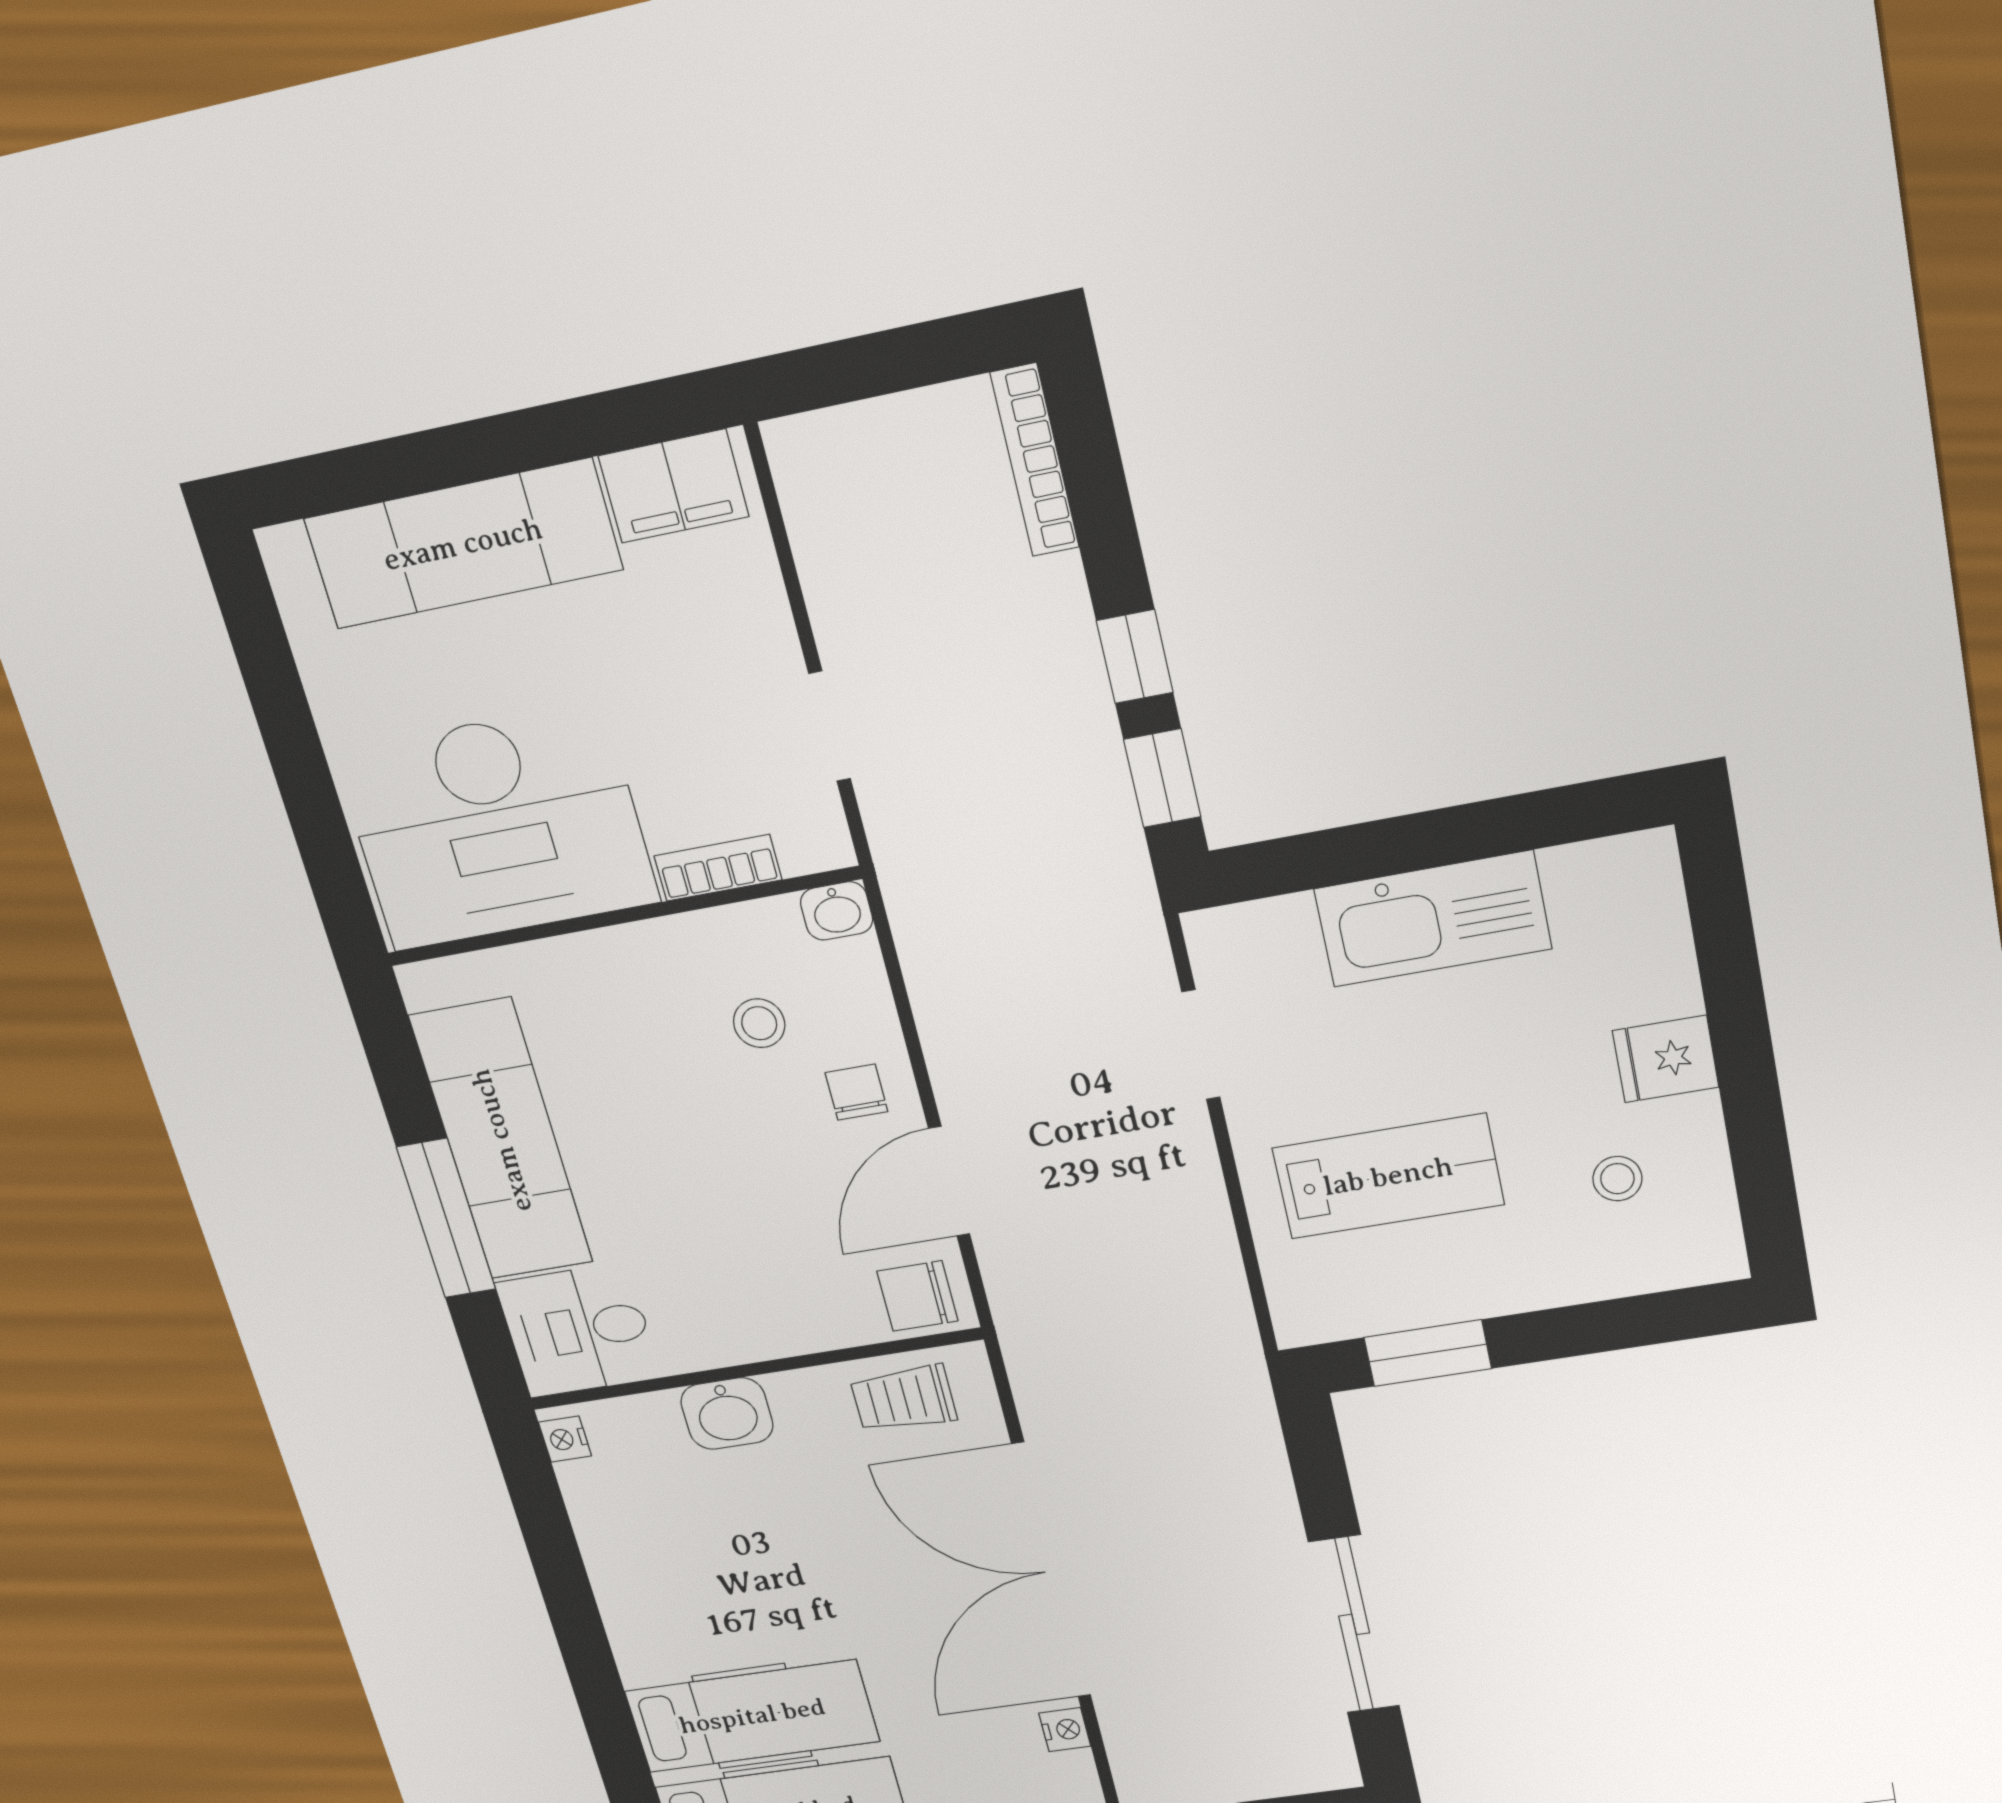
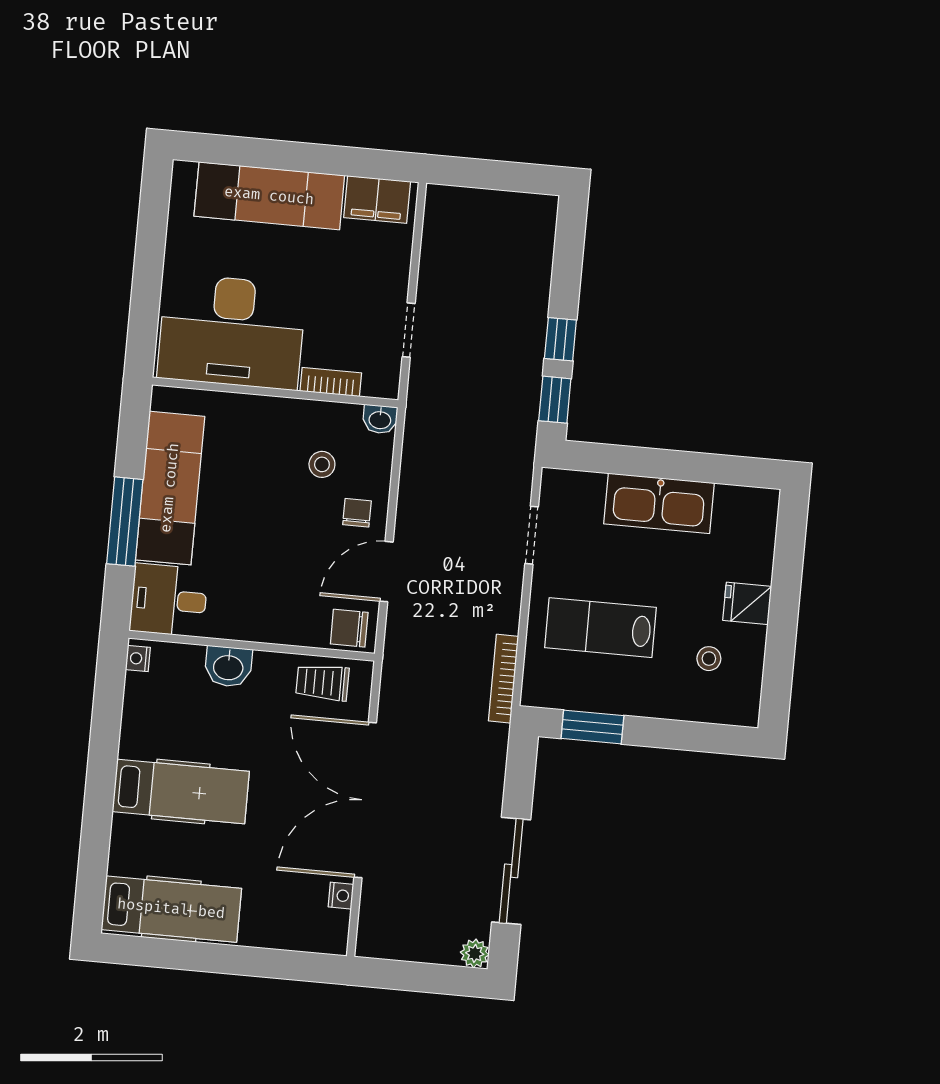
bookcase: (1035, 460) -> (504, 679), moved
lab bench: (1388, 1176) -> (600, 628), turned 180
hospital bed: (752, 1716) -> (181, 791), moved
plant: (1332, 1767) -> (475, 953), added

